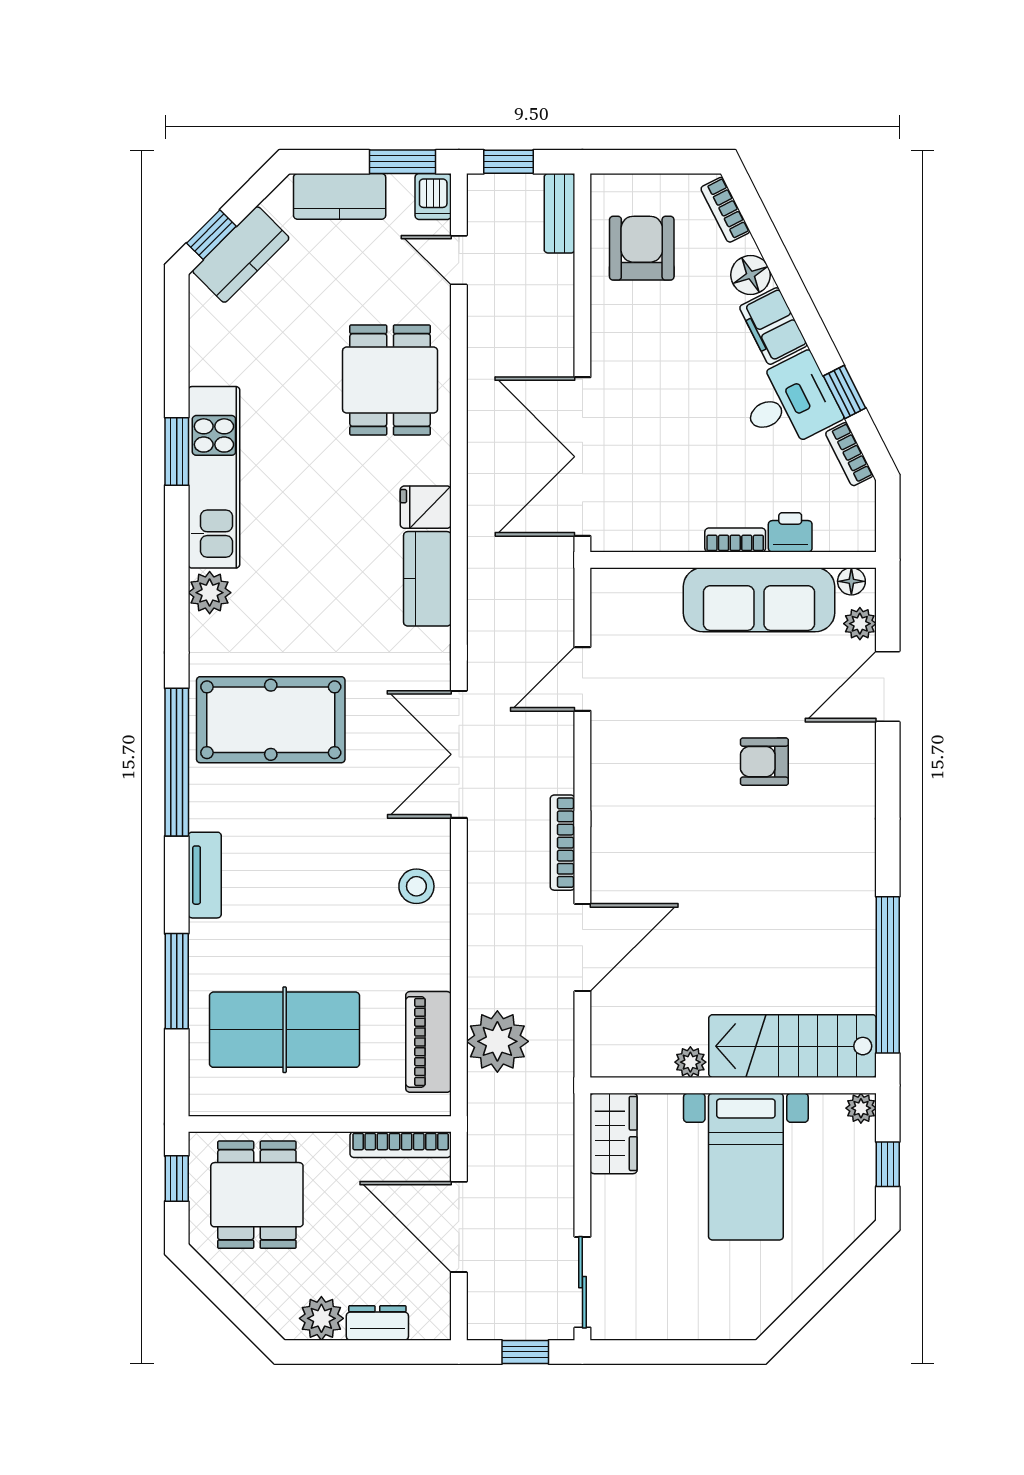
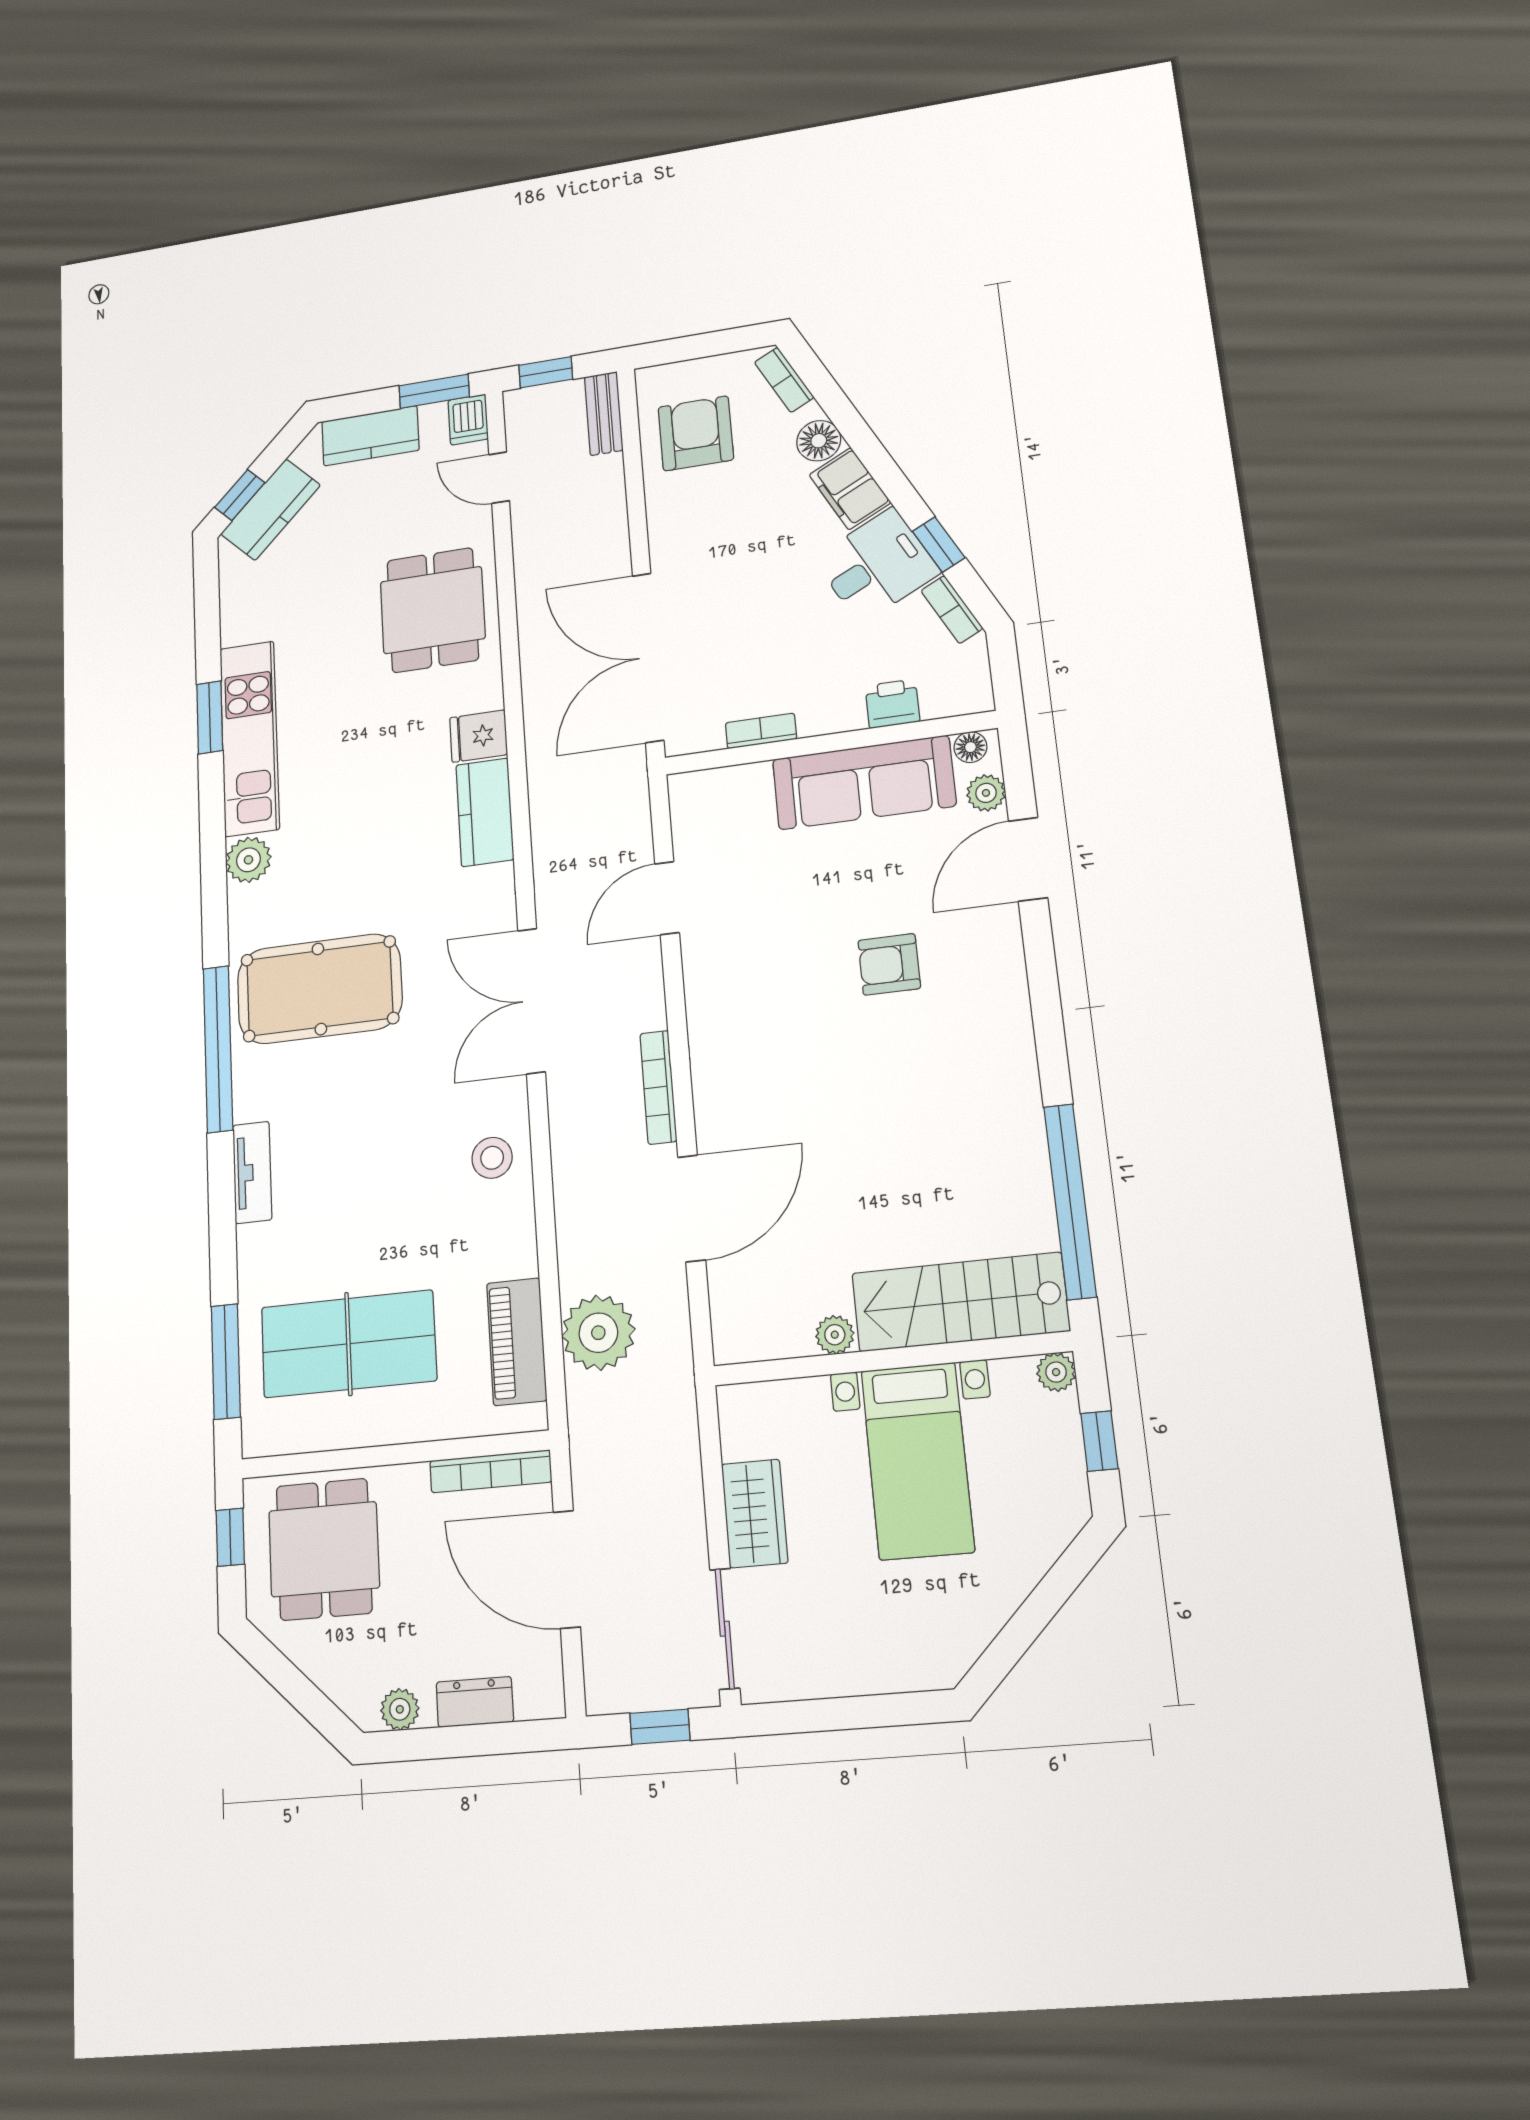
bookcase: (735, 540) -> (761, 731), moved
window: (177, 981) -> (226, 1361), moved
wardrobe: (614, 1133) -> (755, 1513), moved
plant: (321, 1318) -> (400, 1709), width x0.73, depth x0.73

